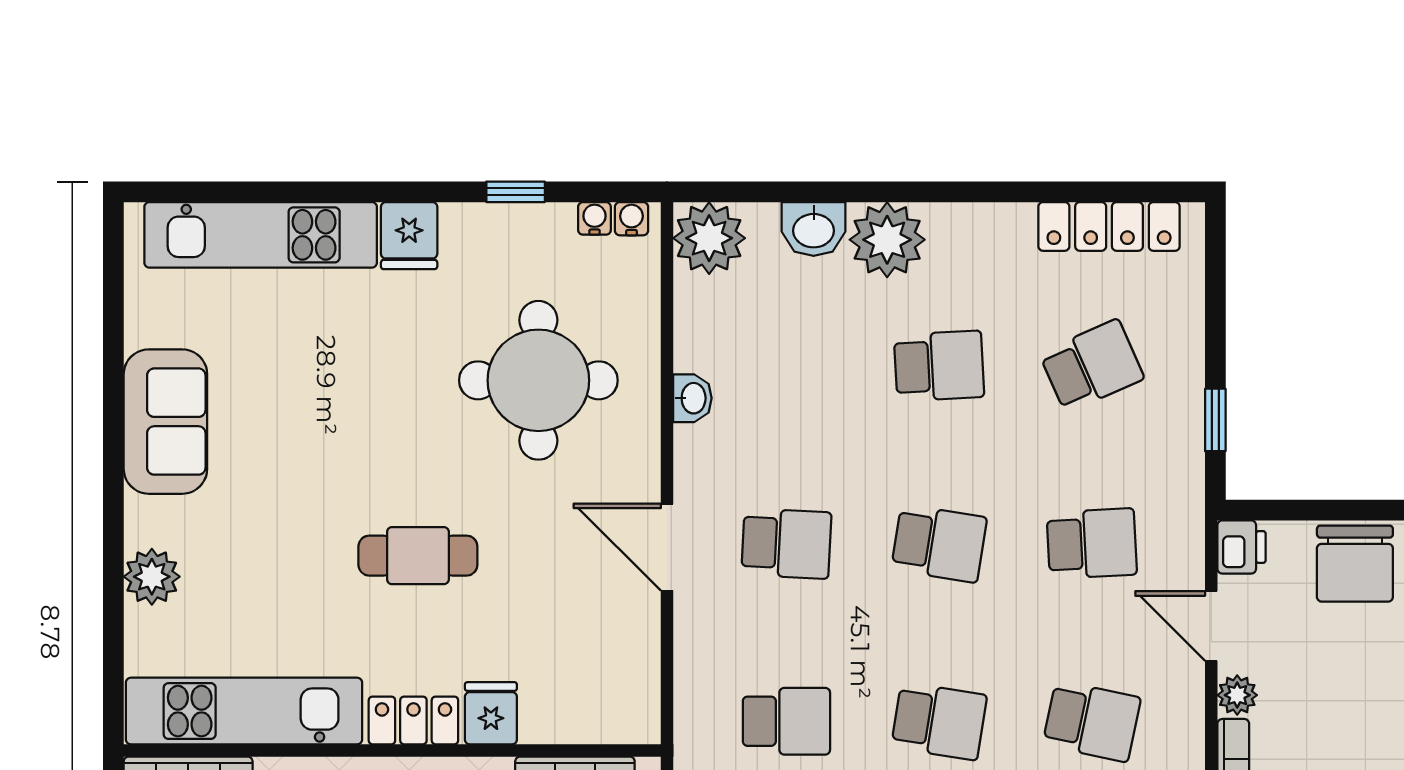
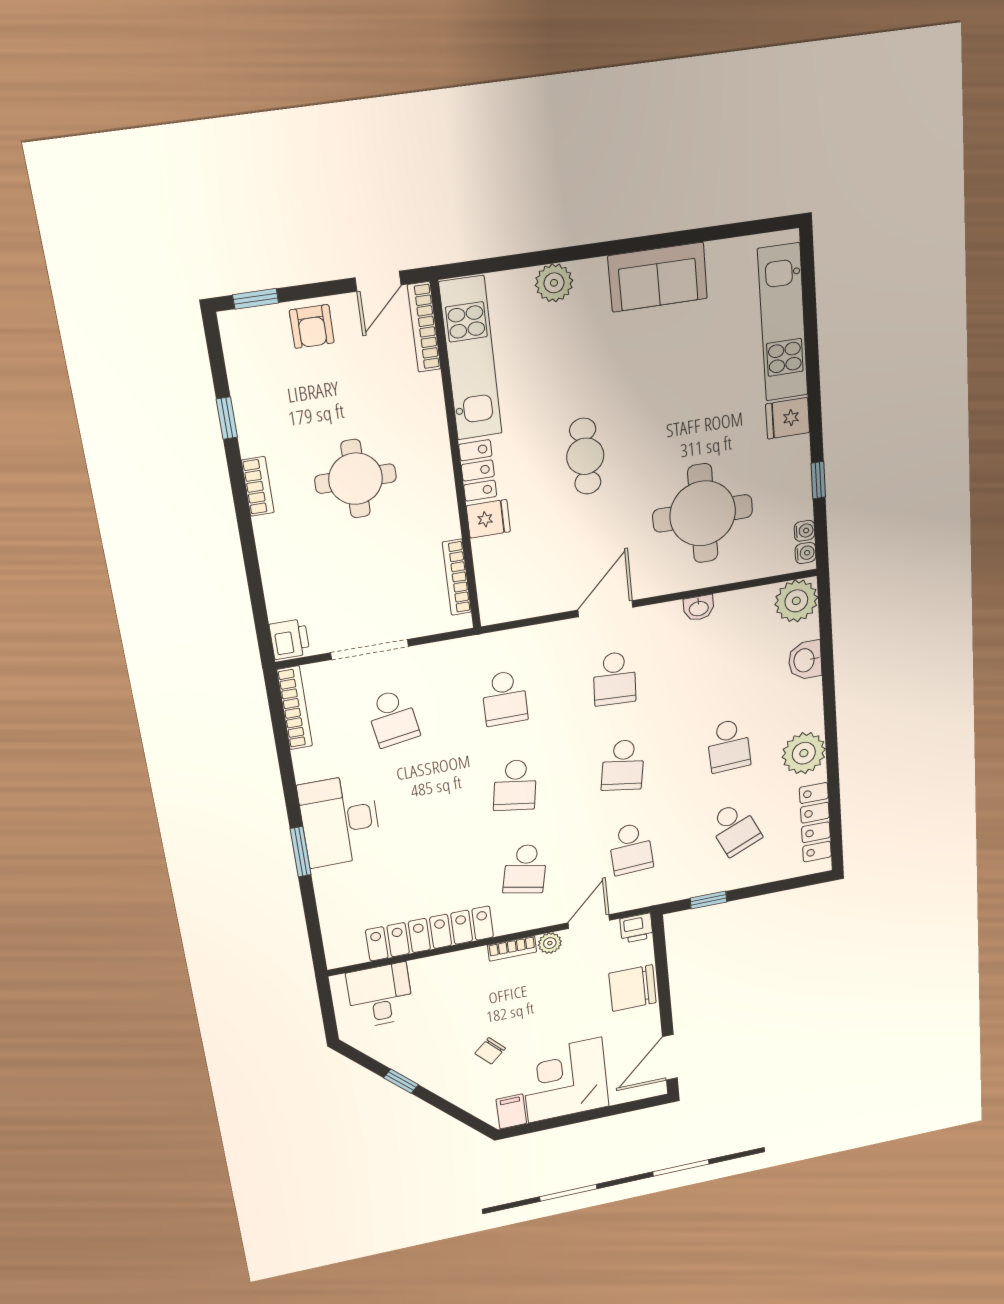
plant: (887, 240) -> (804, 753), moved

